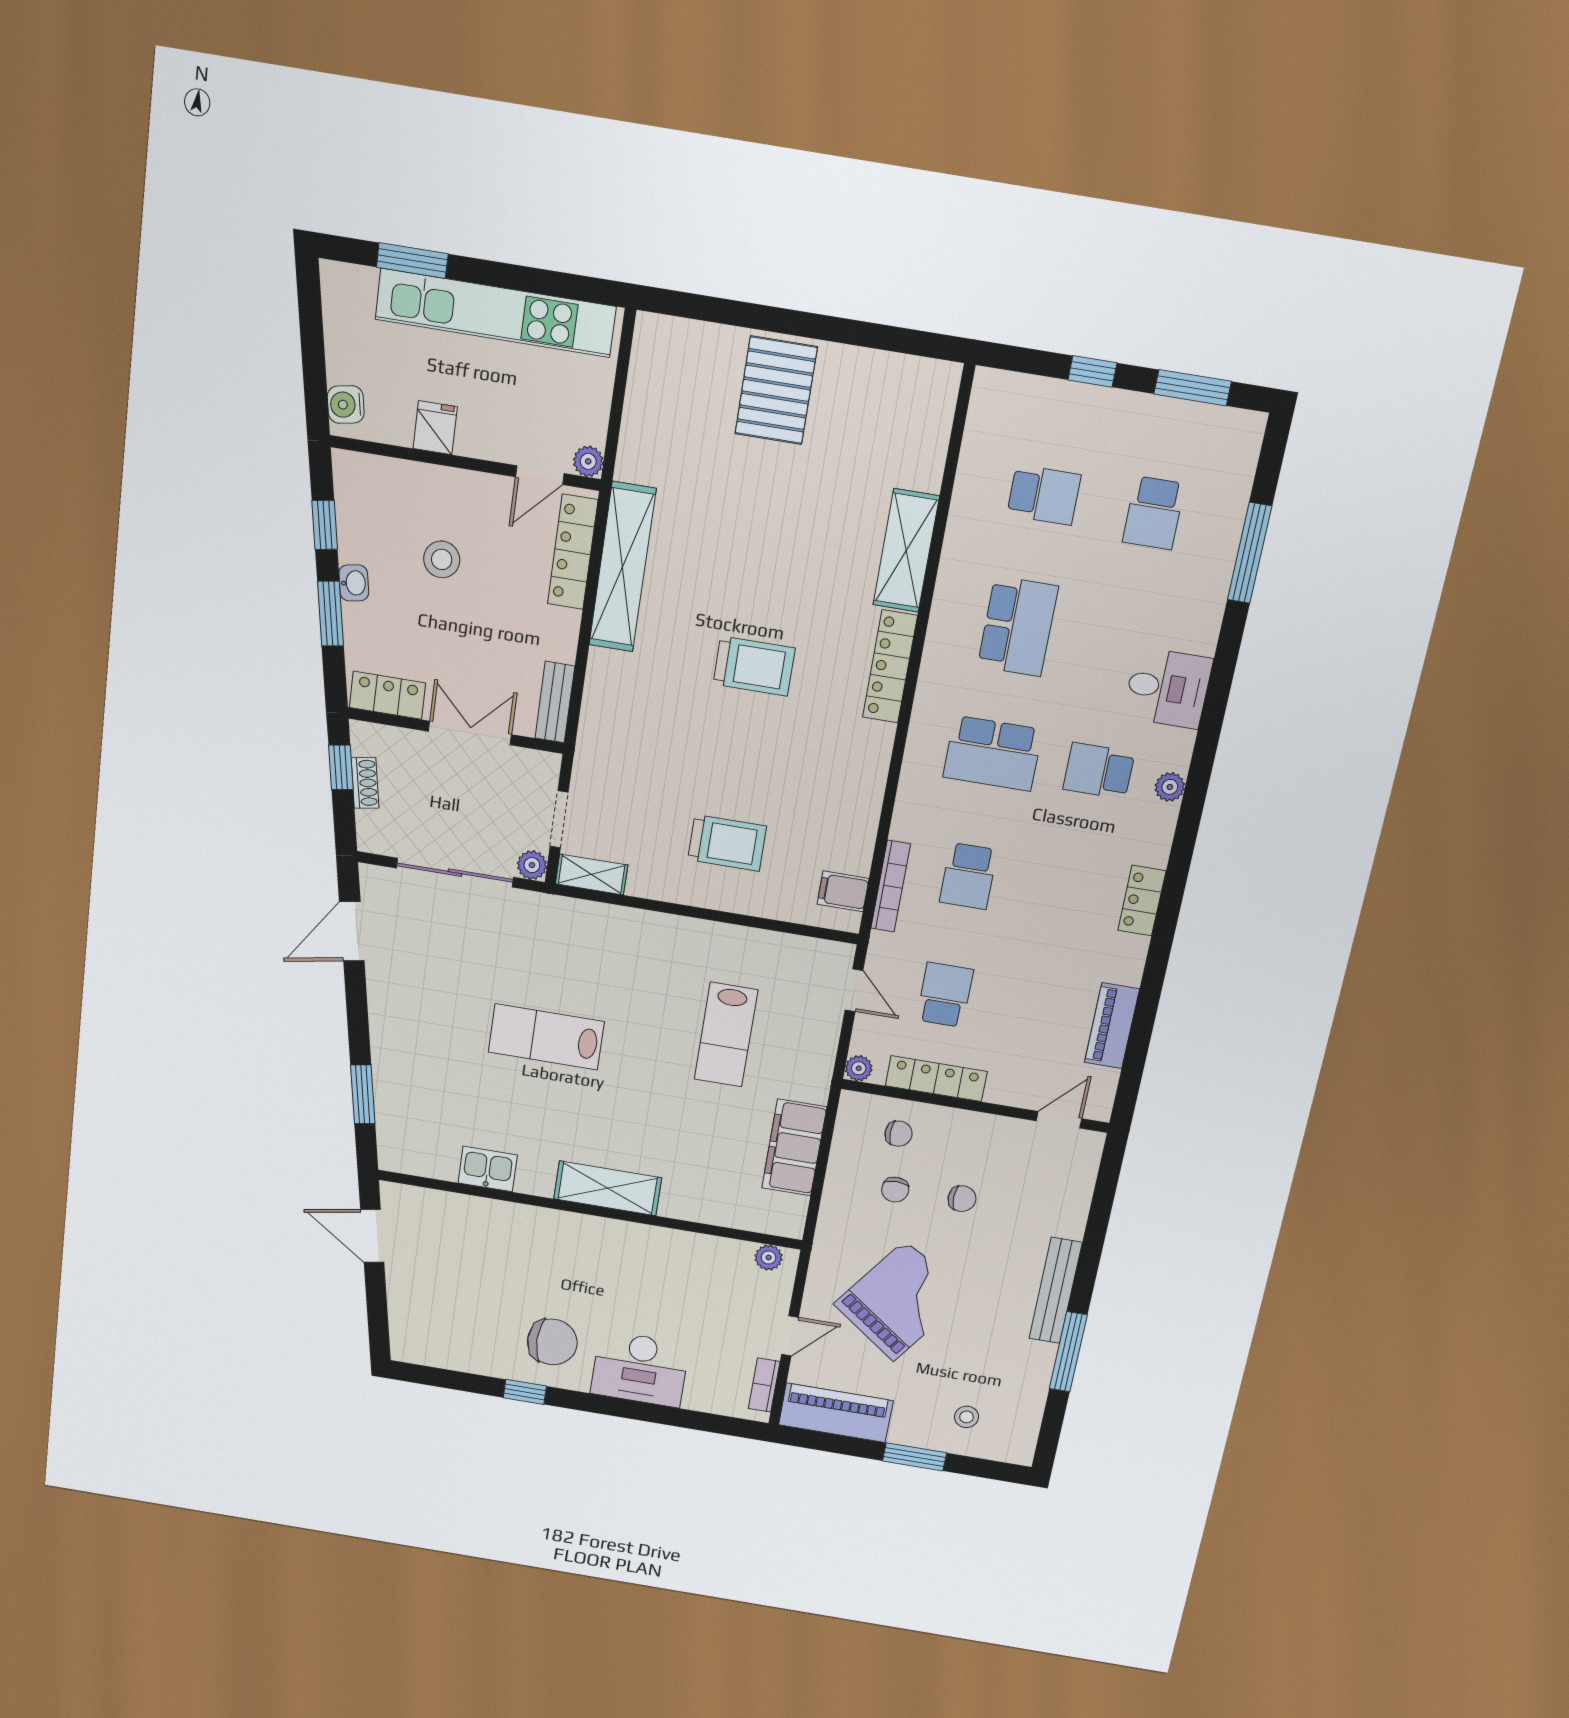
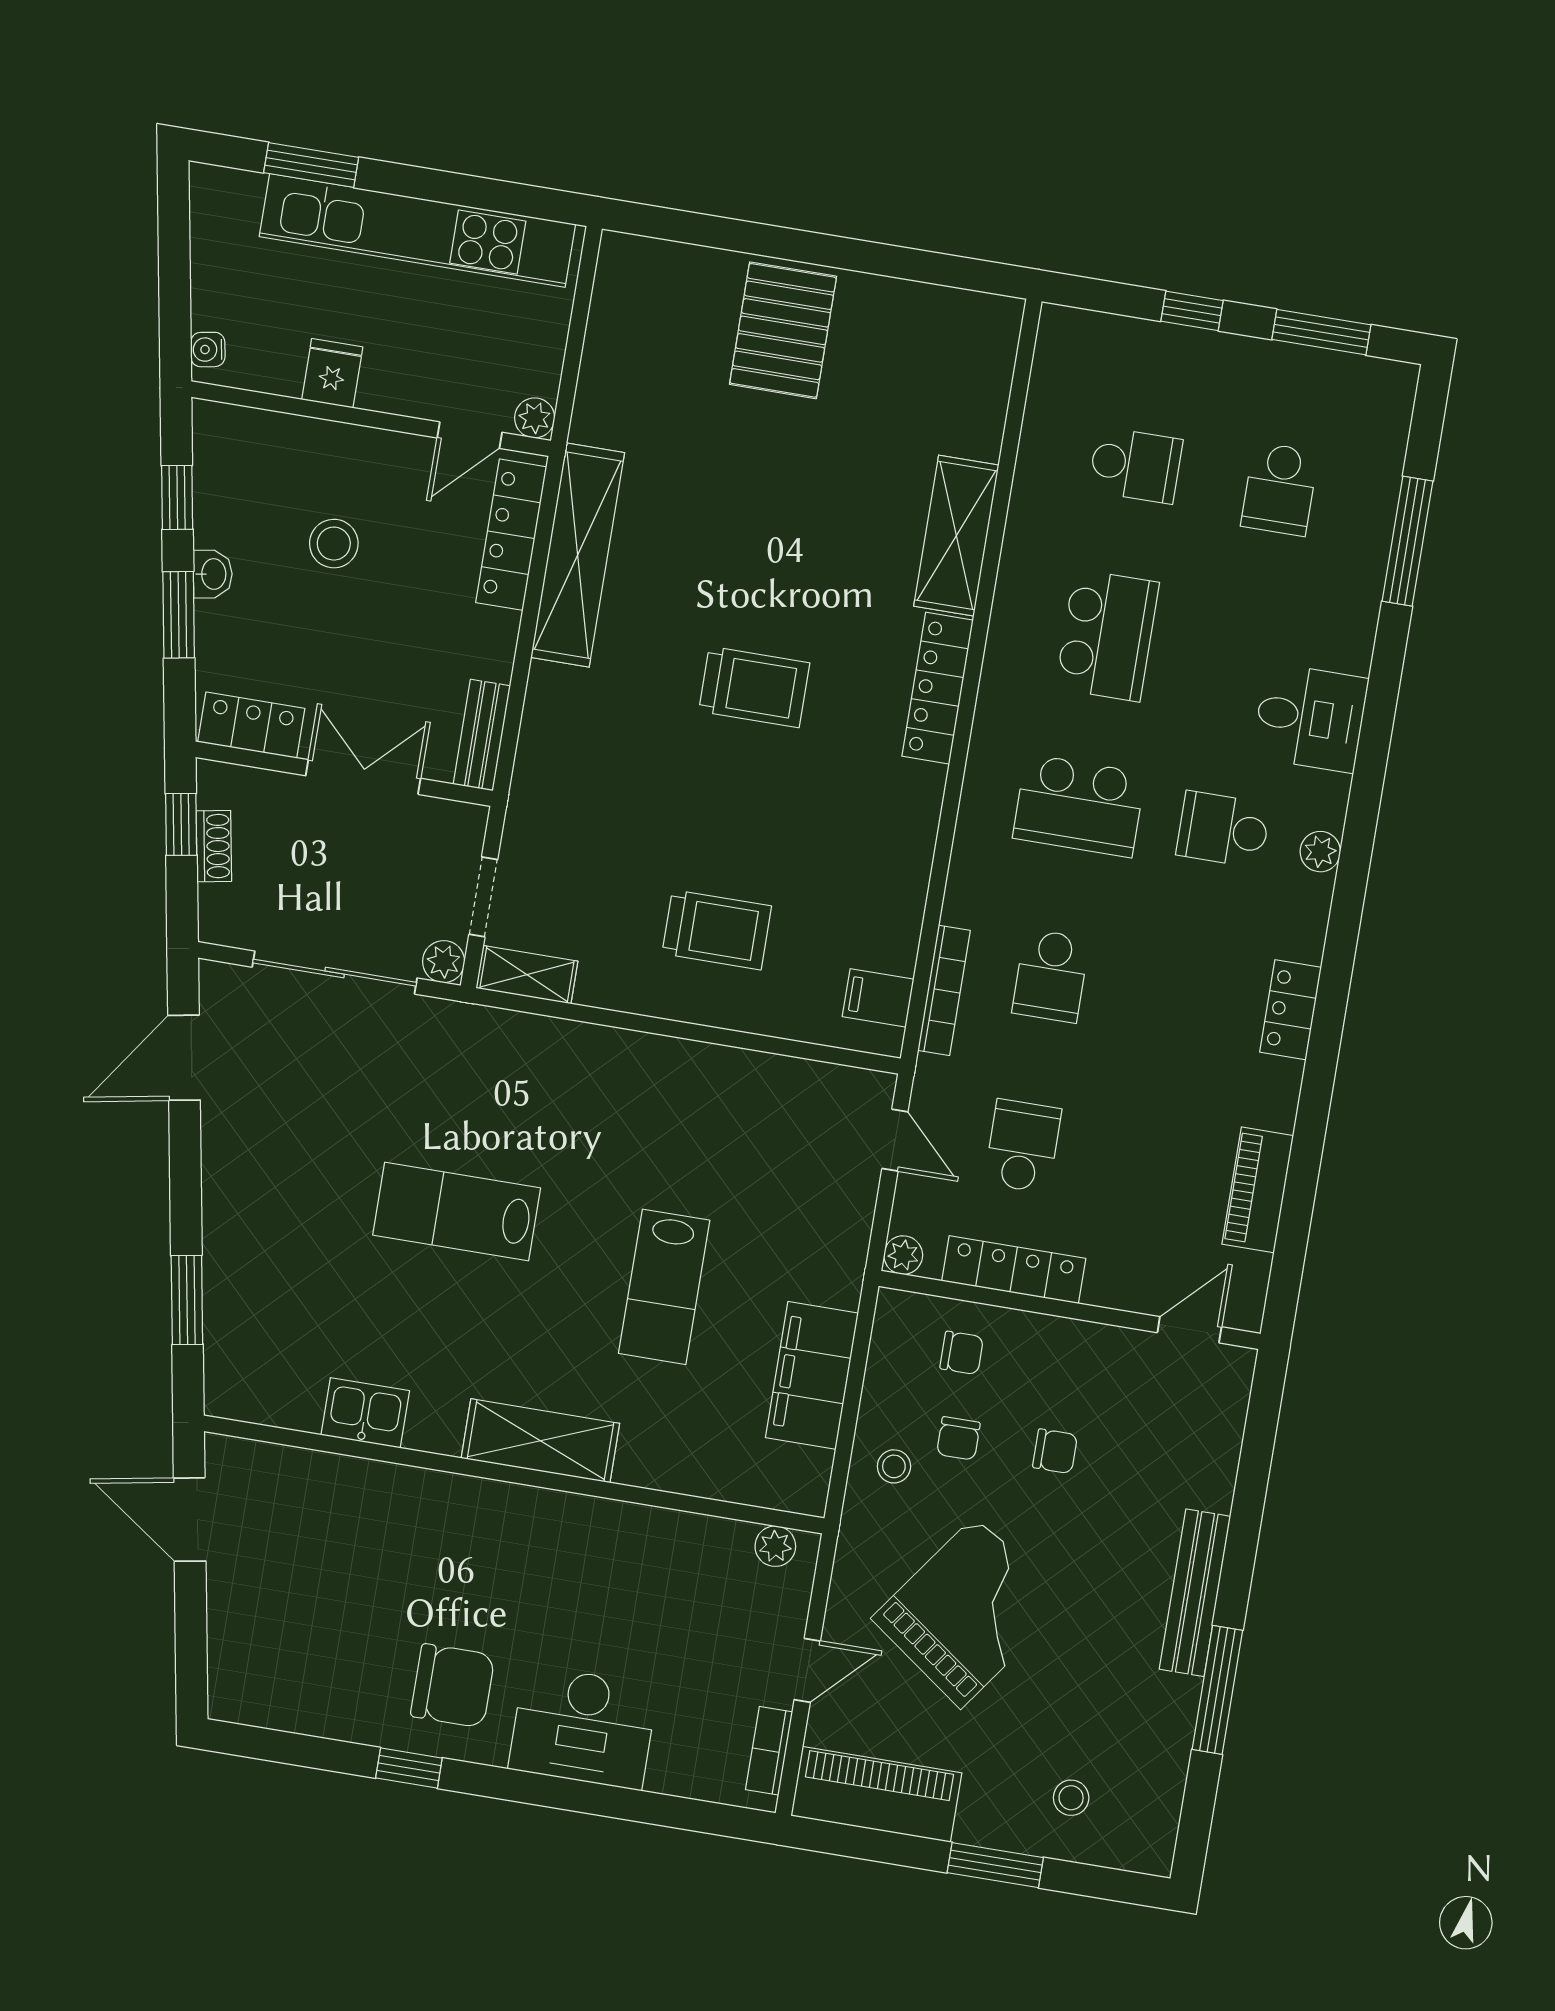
water cooler: (346, 405) -> (208, 350), width x0.72, depth x0.72
lab bench: (726, 1035) -> (664, 1287), moved
stool: (850, 1207) -> (894, 1466), added

